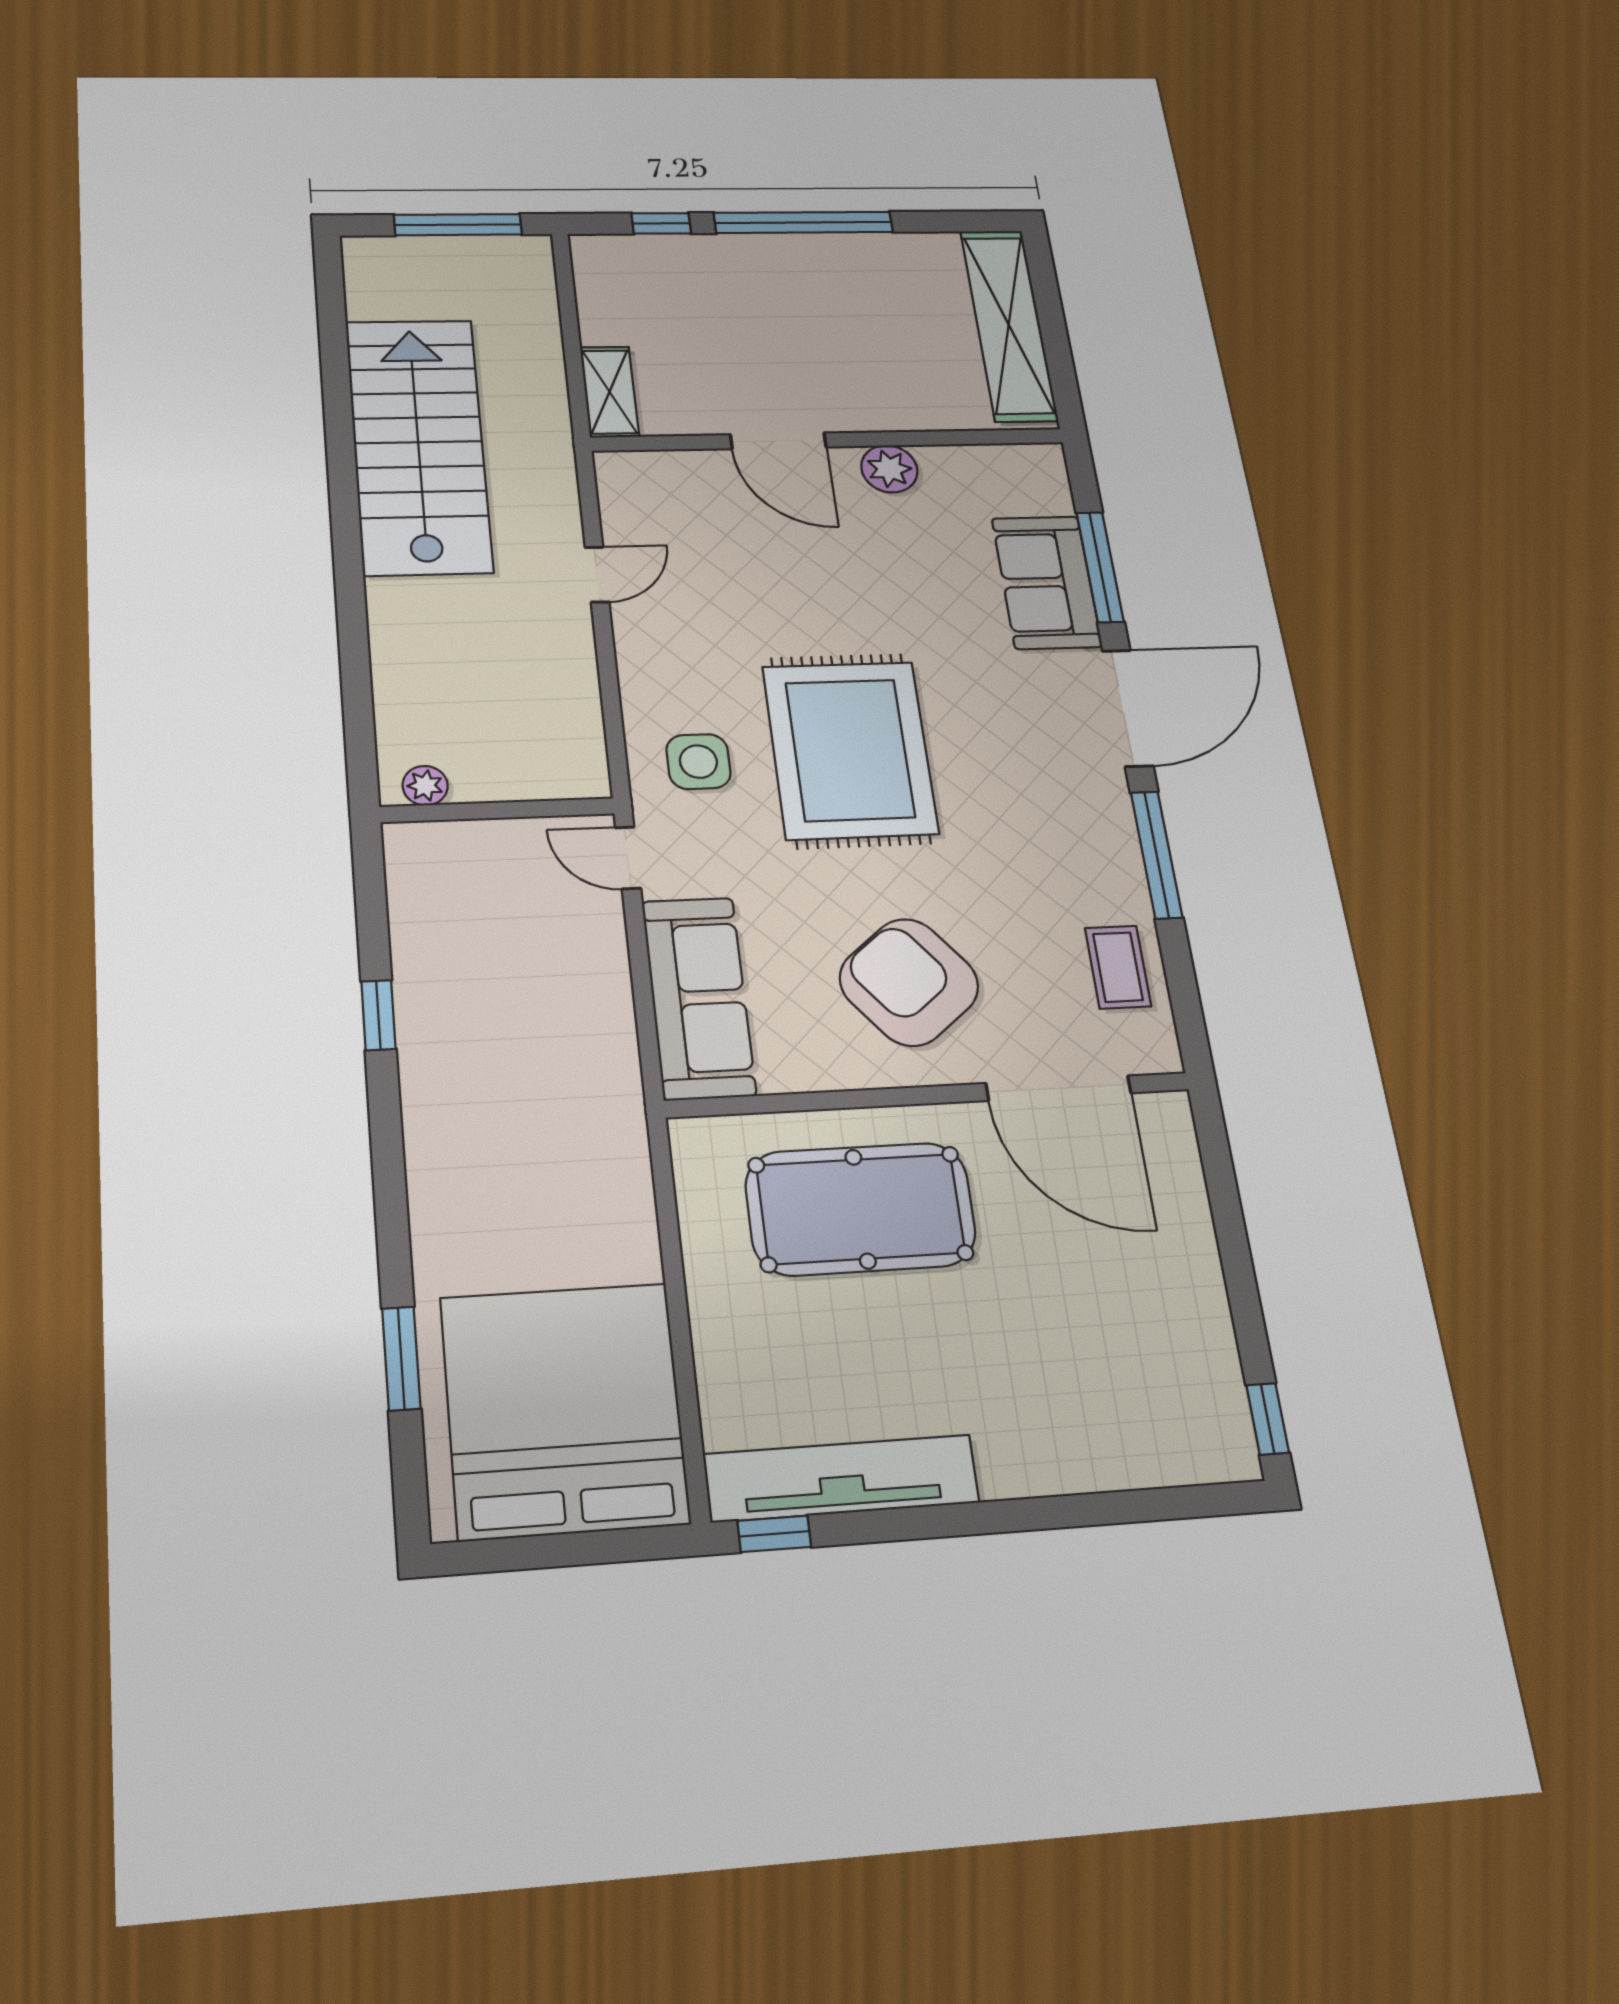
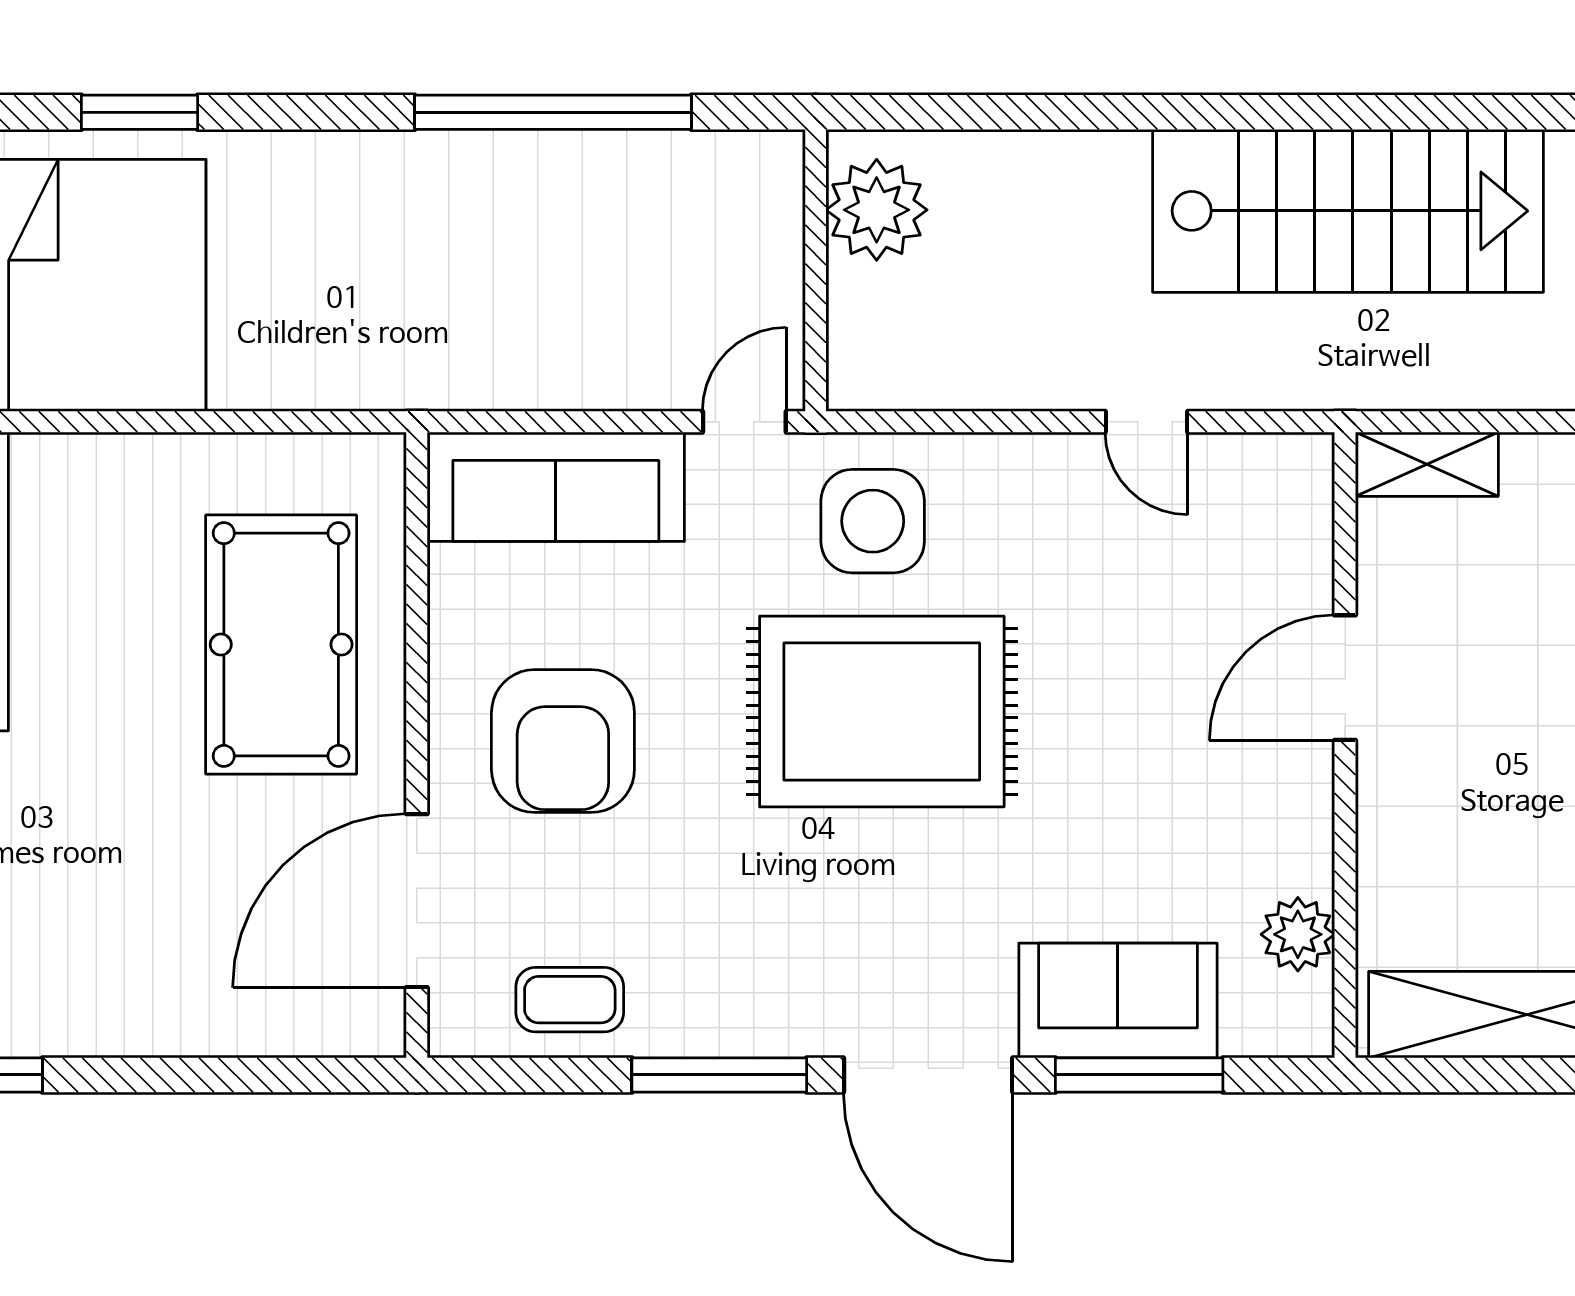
plant: (889, 469) -> (1298, 934), moved
side table: (698, 762) -> (873, 521), width x1.37, depth x1.37
plant: (425, 786) -> (877, 210), width x1.87, depth x1.87
armchair: (909, 982) -> (563, 741), turned 129
window: (378, 1015) -> (553, 112), width x3.17

